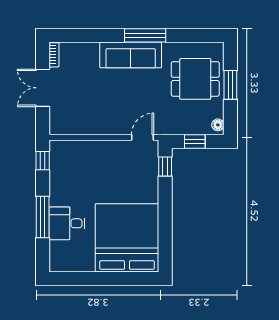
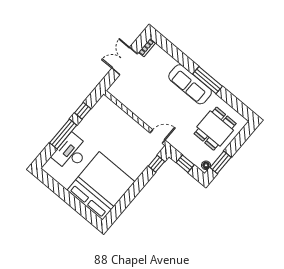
dining table: (195, 79) -> (215, 129), turned 90
window: (230, 85) -> (221, 162), moved
window: (43, 161) -> (83, 111), moved
desk: (67, 223) -> (71, 153), width x1.37

